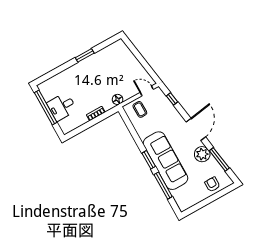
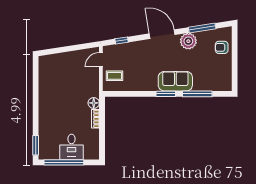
window: (85, 55) -> (36, 145), moved
floor lamp: (118, 99) -> (94, 103), moved
sofa: (165, 161) -> (175, 81), width x0.54, depth x0.79

